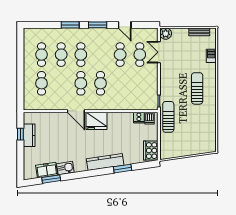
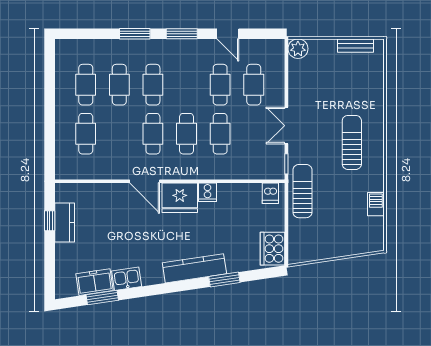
double door: (159, 52) -> (286, 126), moved
barbecue: (211, 56) -> (376, 204), moved
cafe table: (120, 83) -> (220, 134), added
cooker: (139, 118) -> (208, 192), moved

